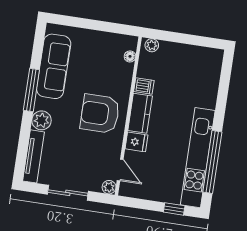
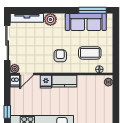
coffee table: (102, 67) -> (90, 53), added
dishwasher: (144, 86) -> (15, 81), moved
window: (31, 90) -> (92, 10), moved
armchair: (100, 114) -> (60, 56), width x0.53, depth x0.53
sliding door: (68, 193) -> (7, 43), width x1.37

